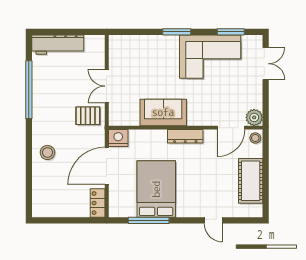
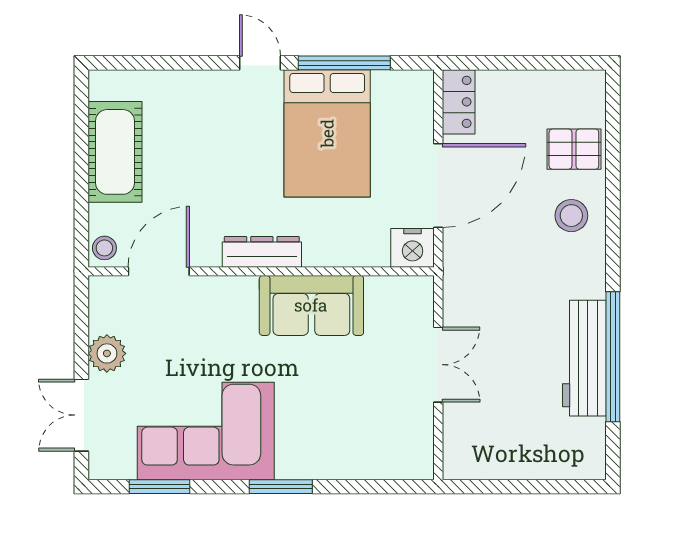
workbench: (58, 45) -> (584, 358), moved, turned -90
pallet: (88, 116) -> (574, 149), moved
plant: (254, 117) -> (107, 353), moved
door: (213, 220) -> (260, 63), moved

